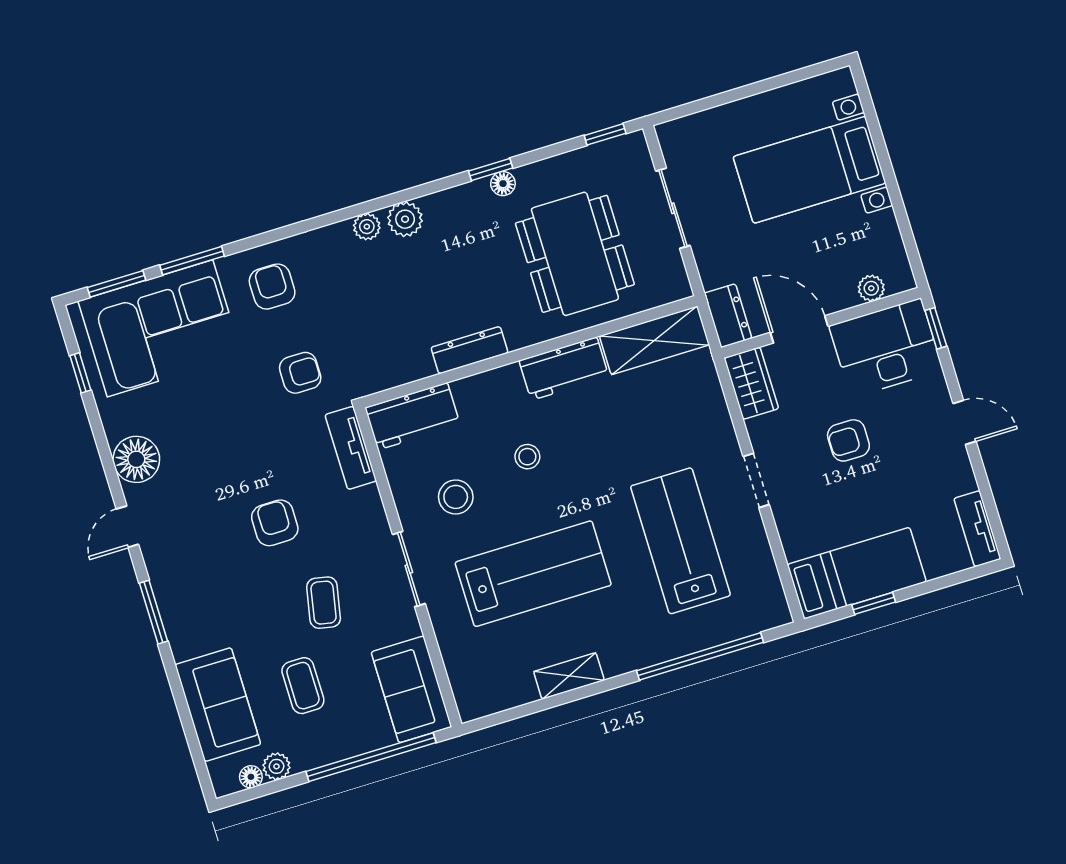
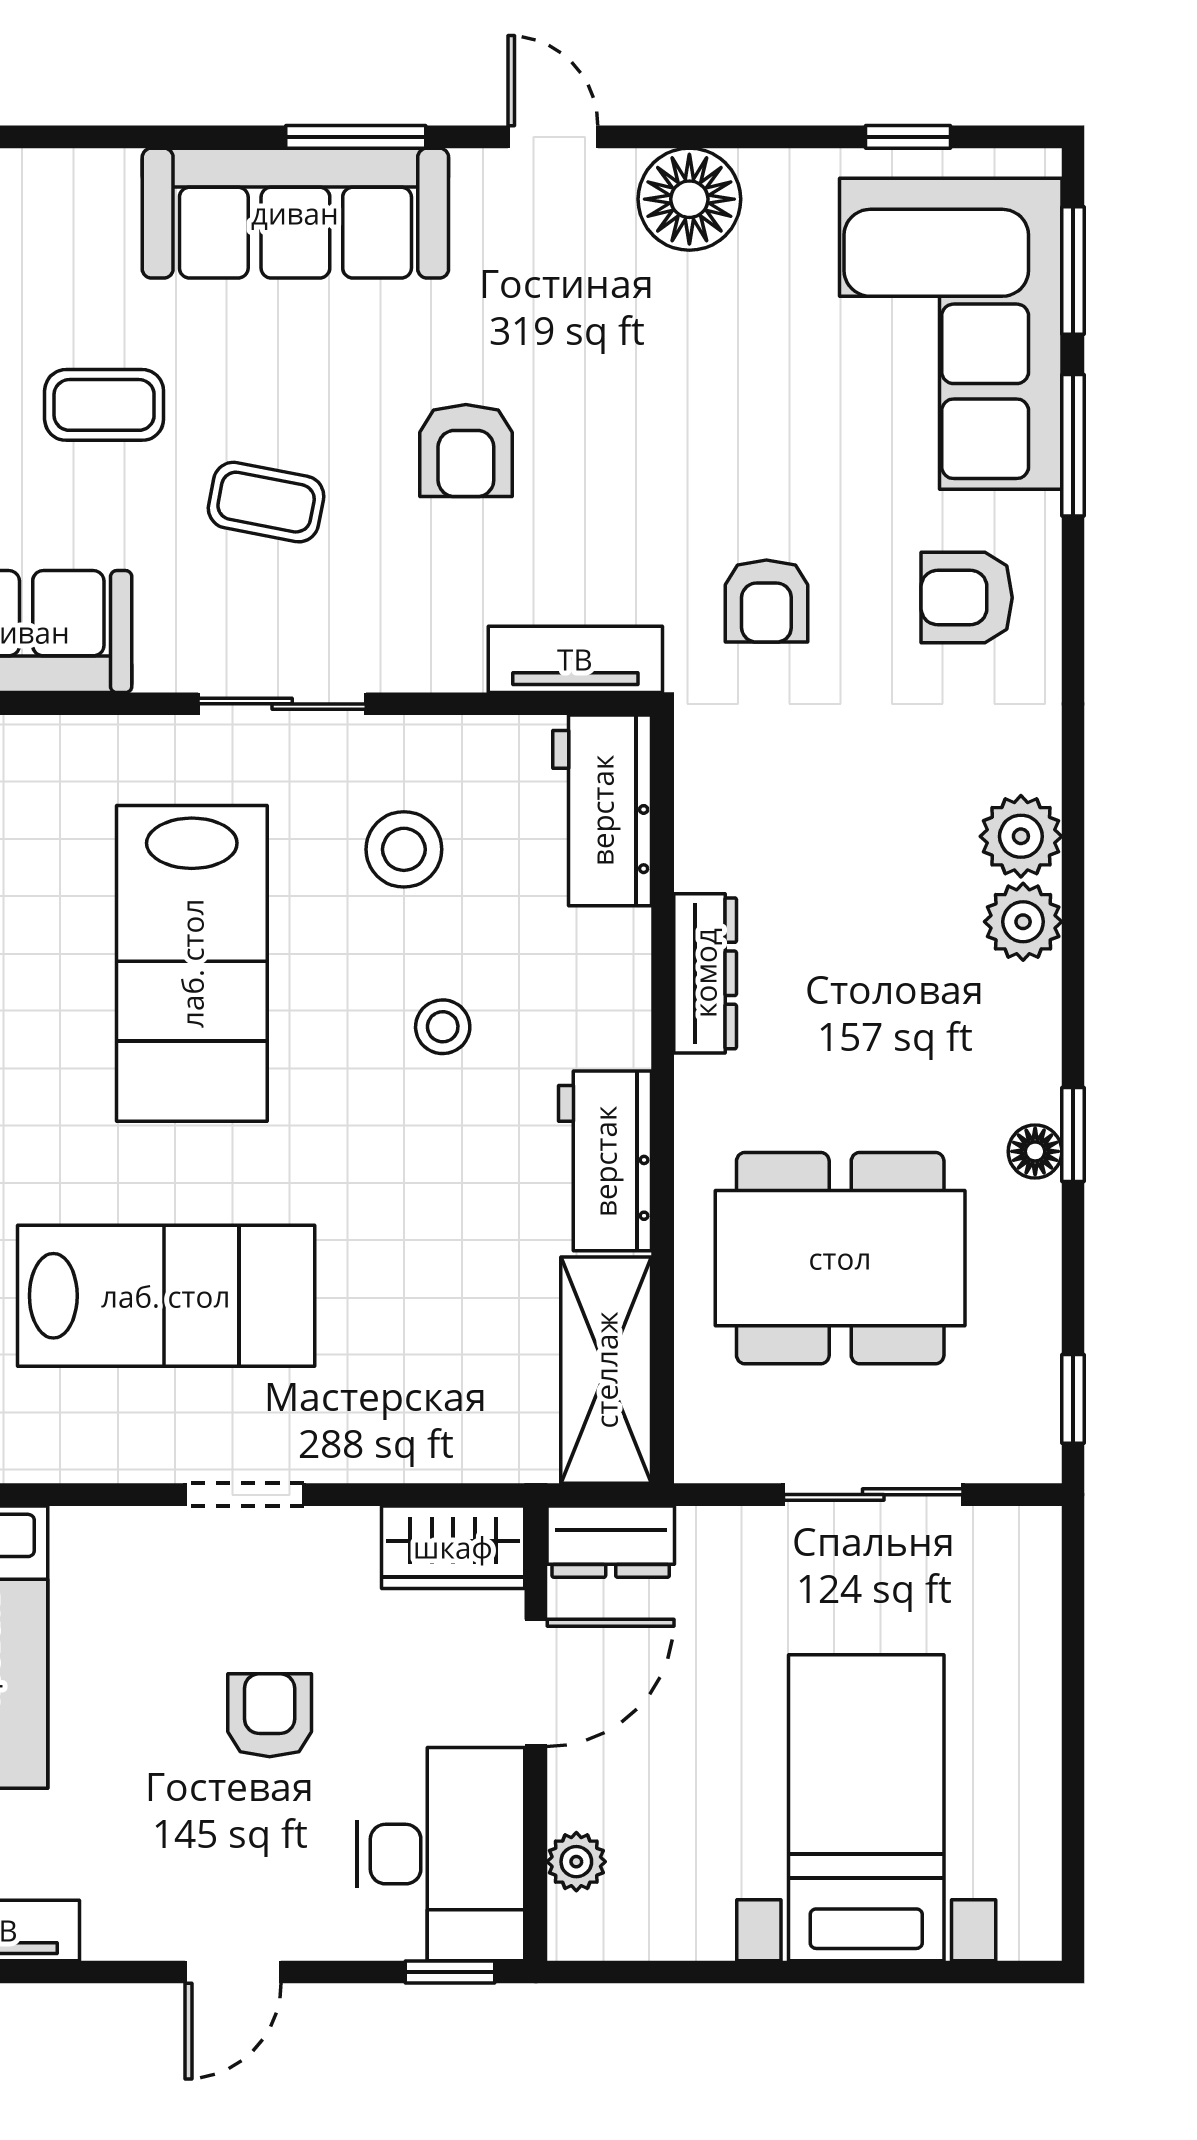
plant: (367, 227) -> (1021, 836), width x1.38, depth x1.38
armchair: (272, 287) -> (967, 598), turned 180
armchair: (275, 523) -> (466, 451), turned 90
sofa: (218, 705) -> (295, 213), moved, width x1.36

